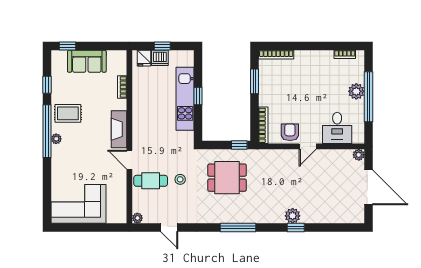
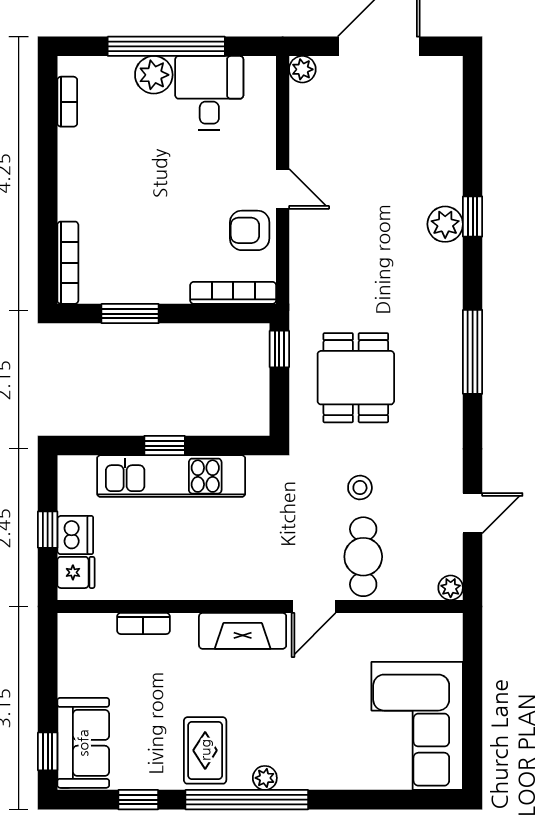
sofa: (87, 61) -> (83, 743), moved
desk: (337, 128) -> (209, 93), moved, turned -90

